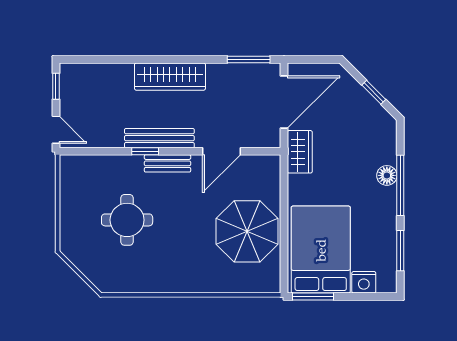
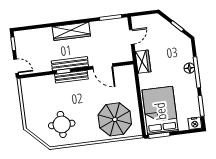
door: (284, 102) -> (132, 37), width x0.53
door: (222, 151) -> (103, 66), hinge flipped
bench: (167, 163) -> (71, 77), width x1.36
round table: (127, 220) -> (62, 124), moved
parasol: (247, 231) -> (115, 119), moved
nightstand: (364, 282) -> (195, 123), moved

